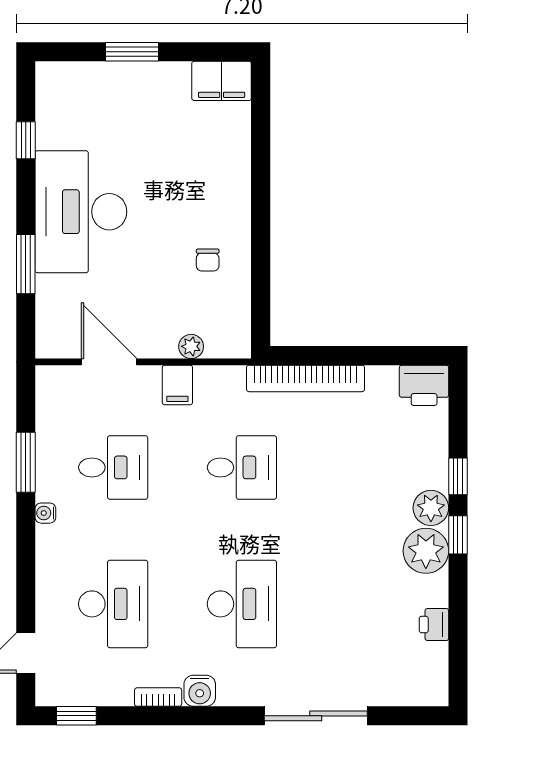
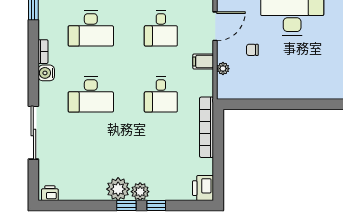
chair: (208, 260) -> (252, 50), moved
printer: (434, 625) -> (50, 193), moved

